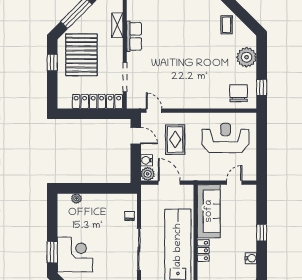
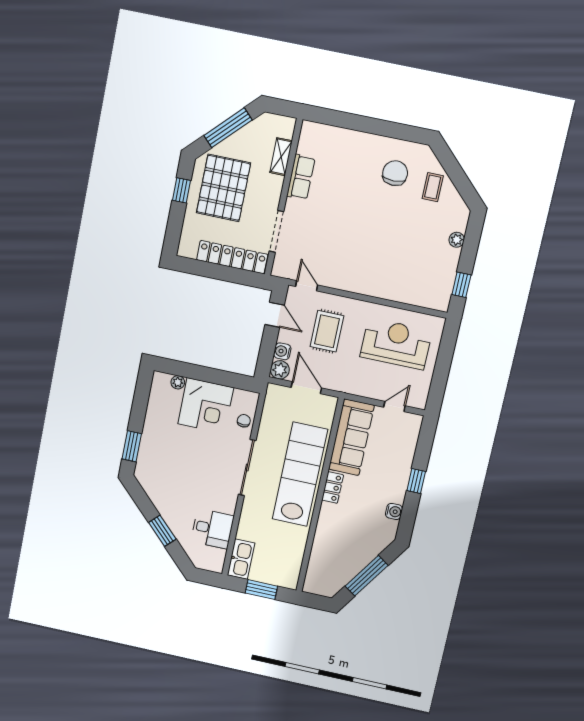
plant: (247, 57) -> (457, 240), width x0.53, depth x0.53
chair: (239, 93) -> (395, 173), moved
corner desk: (75, 255) -> (206, 406), moved, turned 90

